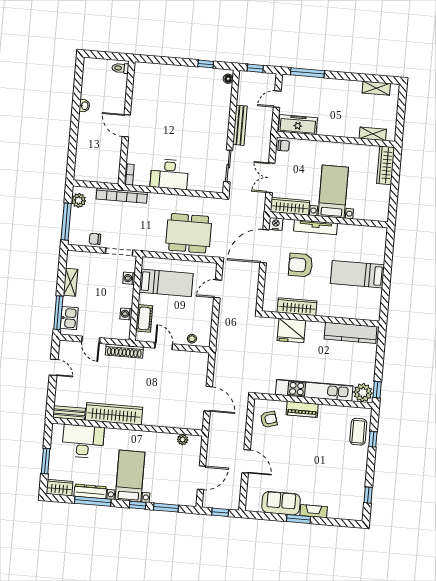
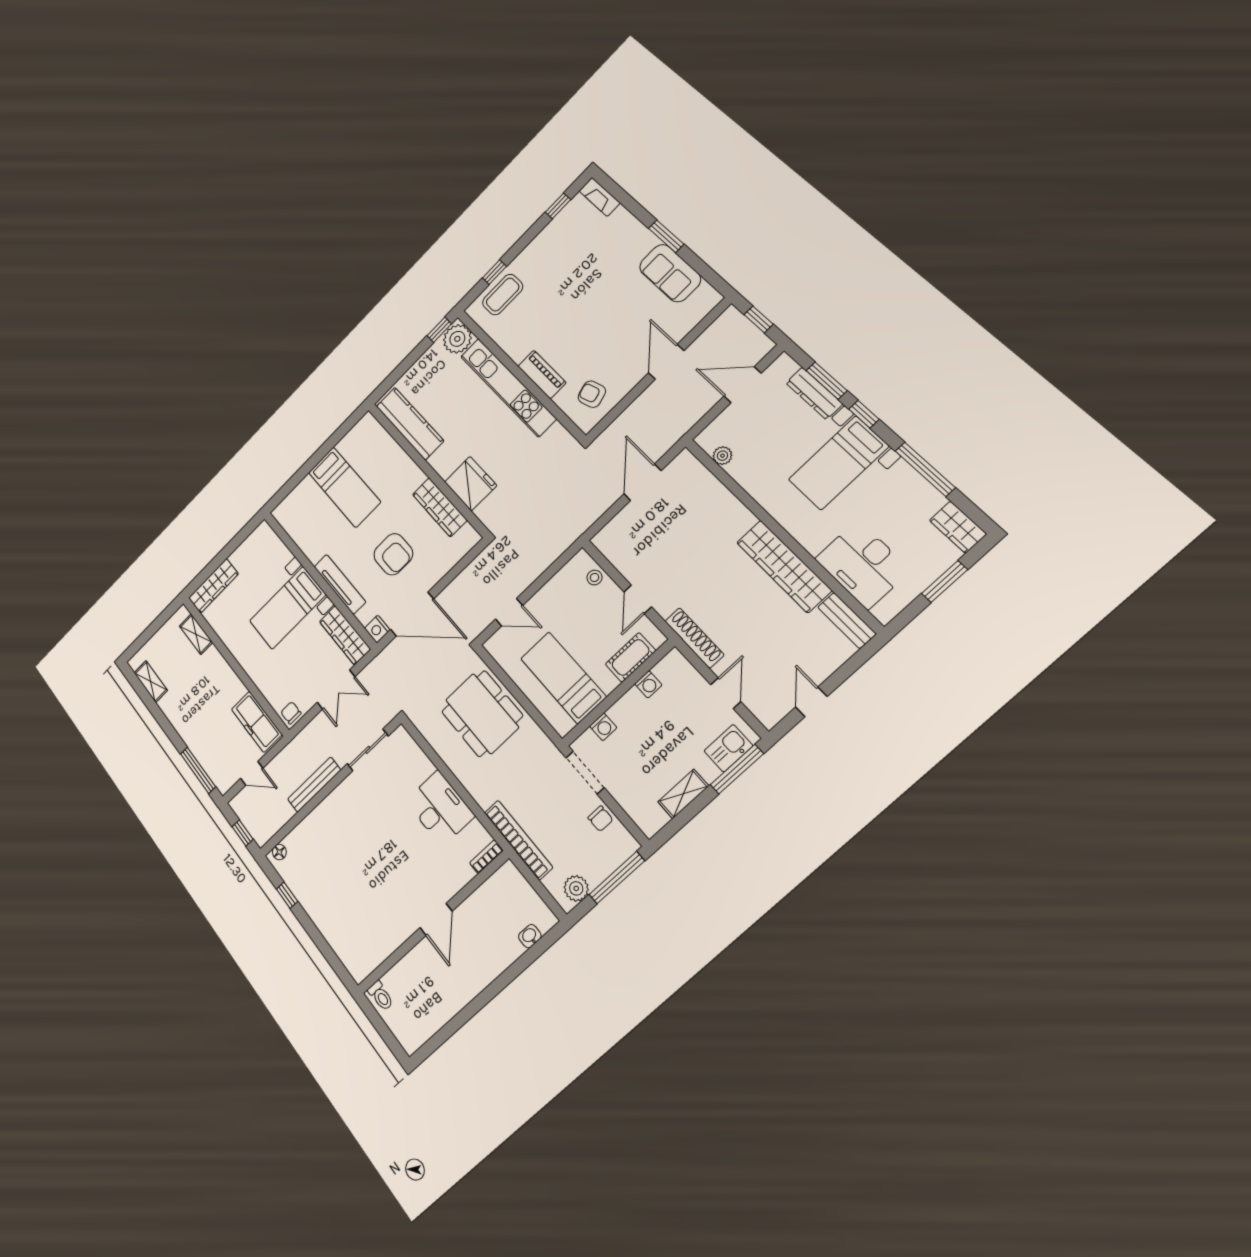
washbasin: (84, 106) -> (530, 936), moved
dresser: (90, 491) -> (814, 393), moved
fireplace: (314, 511) -> (600, 197), moved

